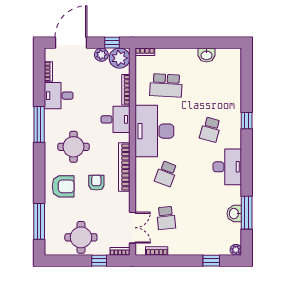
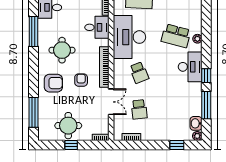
window: (247, 121) -> (206, 76), moved
school desk: (210, 130) -> (176, 36), width x1.85
plant: (236, 133) -> (197, 39), added
school desk: (166, 174) -> (139, 73), turned -42
washbasin: (234, 214) -> (196, 123), moved
double door: (132, 228) -> (111, 102), moved
window: (99, 261) -> (71, 145), moved

